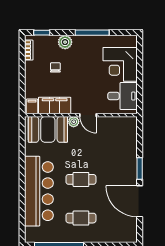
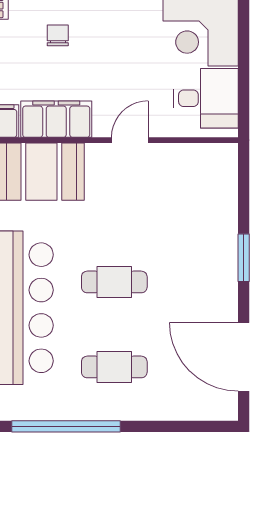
door: (88, 115) -> (130, 140), swing flipped
plant: (74, 122) -> (98, 155), removed
door: (140, 201) -> (244, 357), moved

